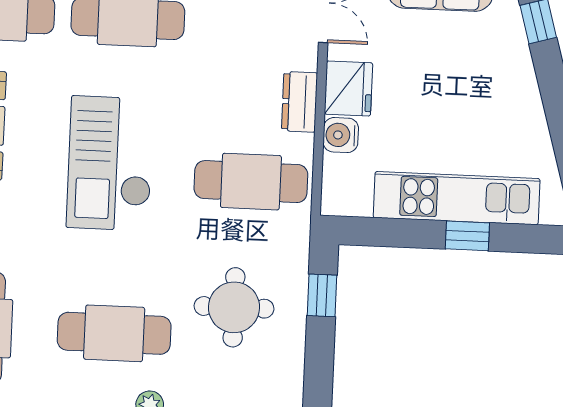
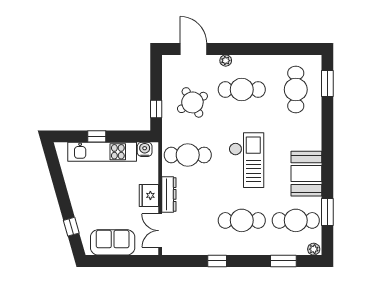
dresser: (300, 102) -> (169, 194), width x1.44
water cooler: (341, 135) -> (145, 149), moved, turned -90
round table: (234, 307) -> (192, 102), turned -30

